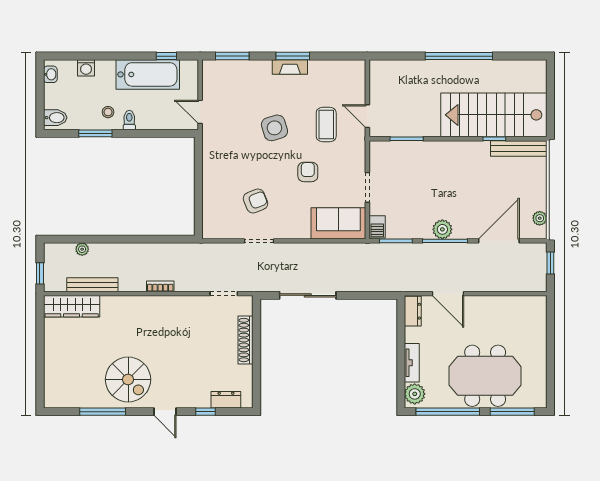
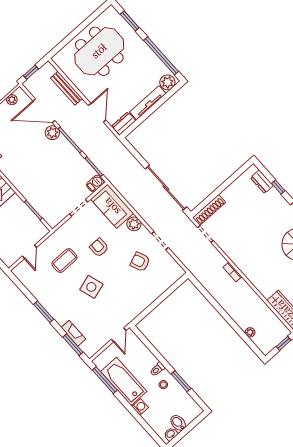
window: (166, 56) -> (105, 380), width x2.17
fireplace: (290, 67) -> (73, 333), moved
washing machine: (86, 68) -> (140, 407), moved
door: (367, 116) -> (29, 252), moved
bidet: (55, 118) -> (178, 423), moved
armchair: (308, 172) -> (99, 248), turned 90
plant: (300, 229) -> (134, 224), added
plant: (442, 229) -> (52, 133), moved
bench: (92, 285) -> (66, 88), moved
sliding door: (308, 295) -> (166, 188), width x1.36
shoe rack: (246, 340) -> (209, 210), moved
tv unit: (412, 363) -> (148, 103), width x1.41
meeting table: (485, 376) -> (99, 51), moved, turned 90
window: (512, 412) -> (130, 21), width x0.69

